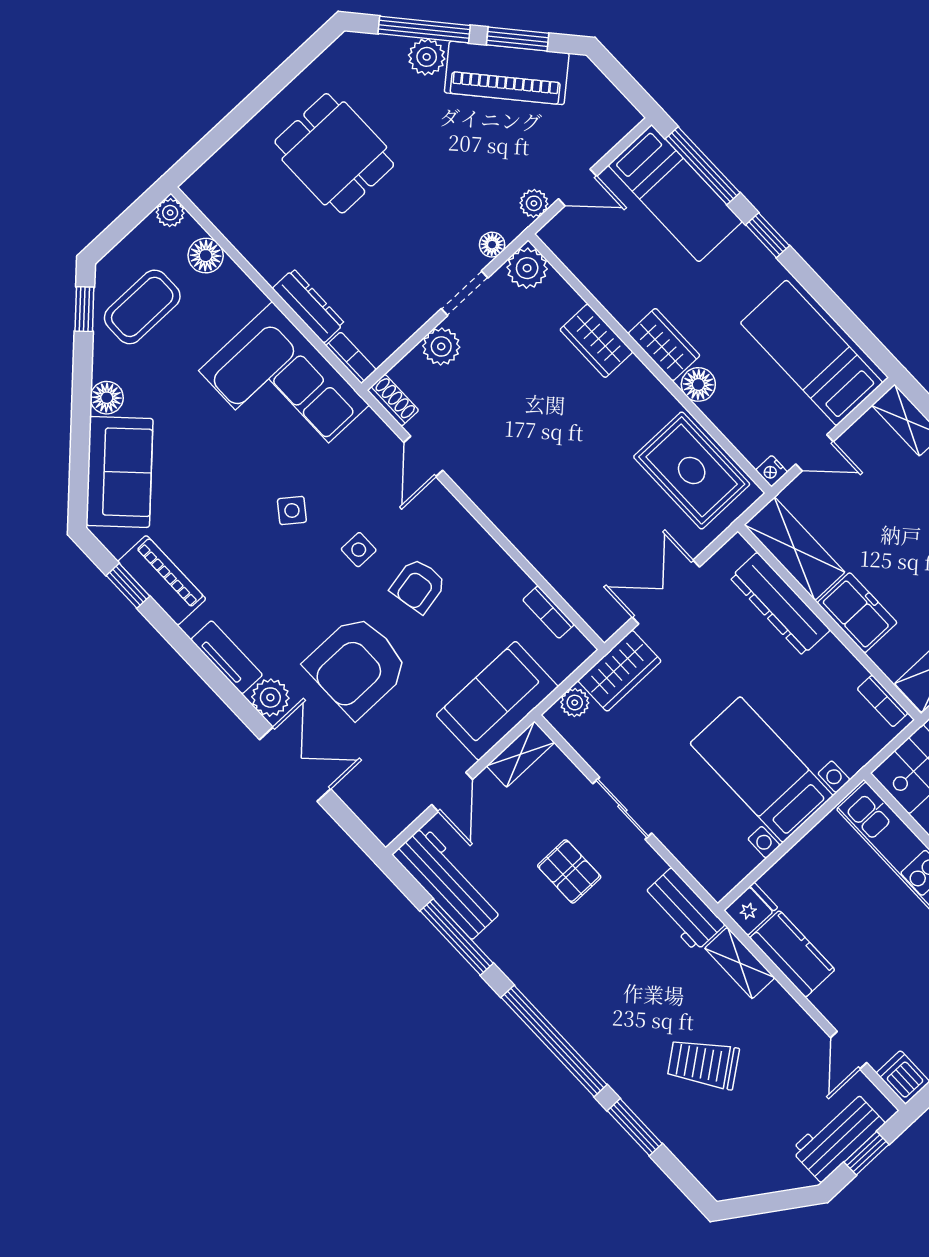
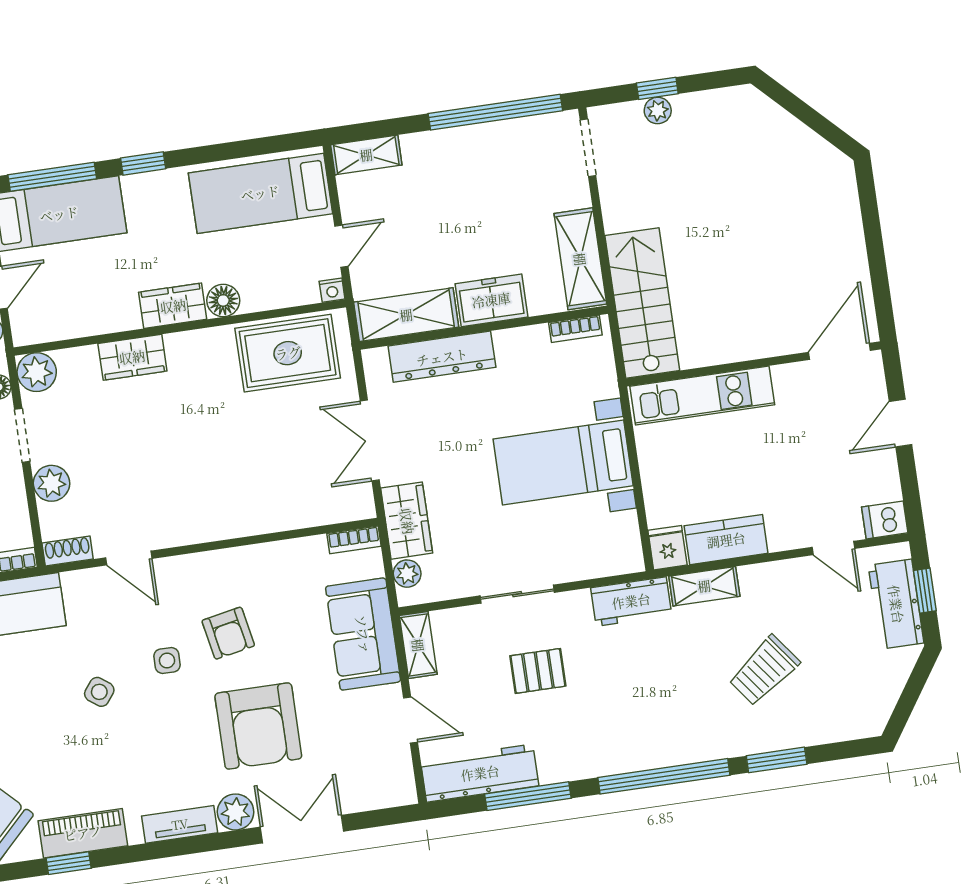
bookcase: (548, 612) -> (354, 540), moved

